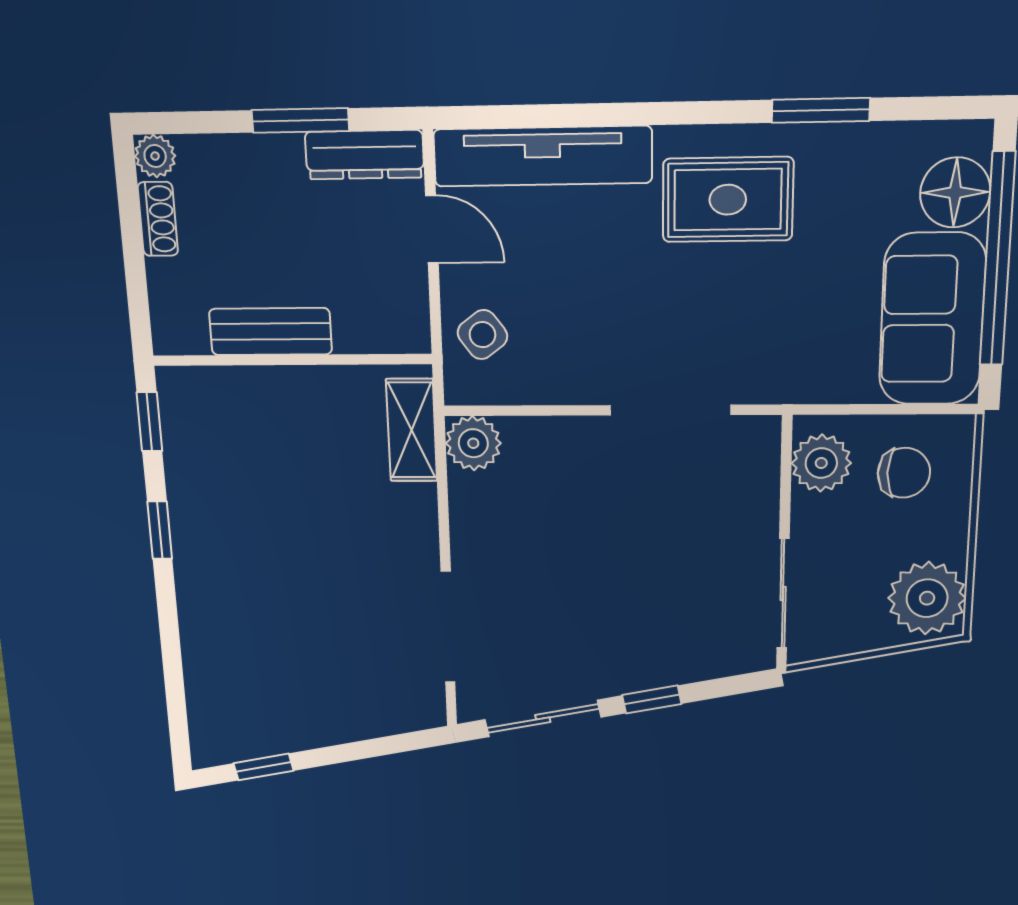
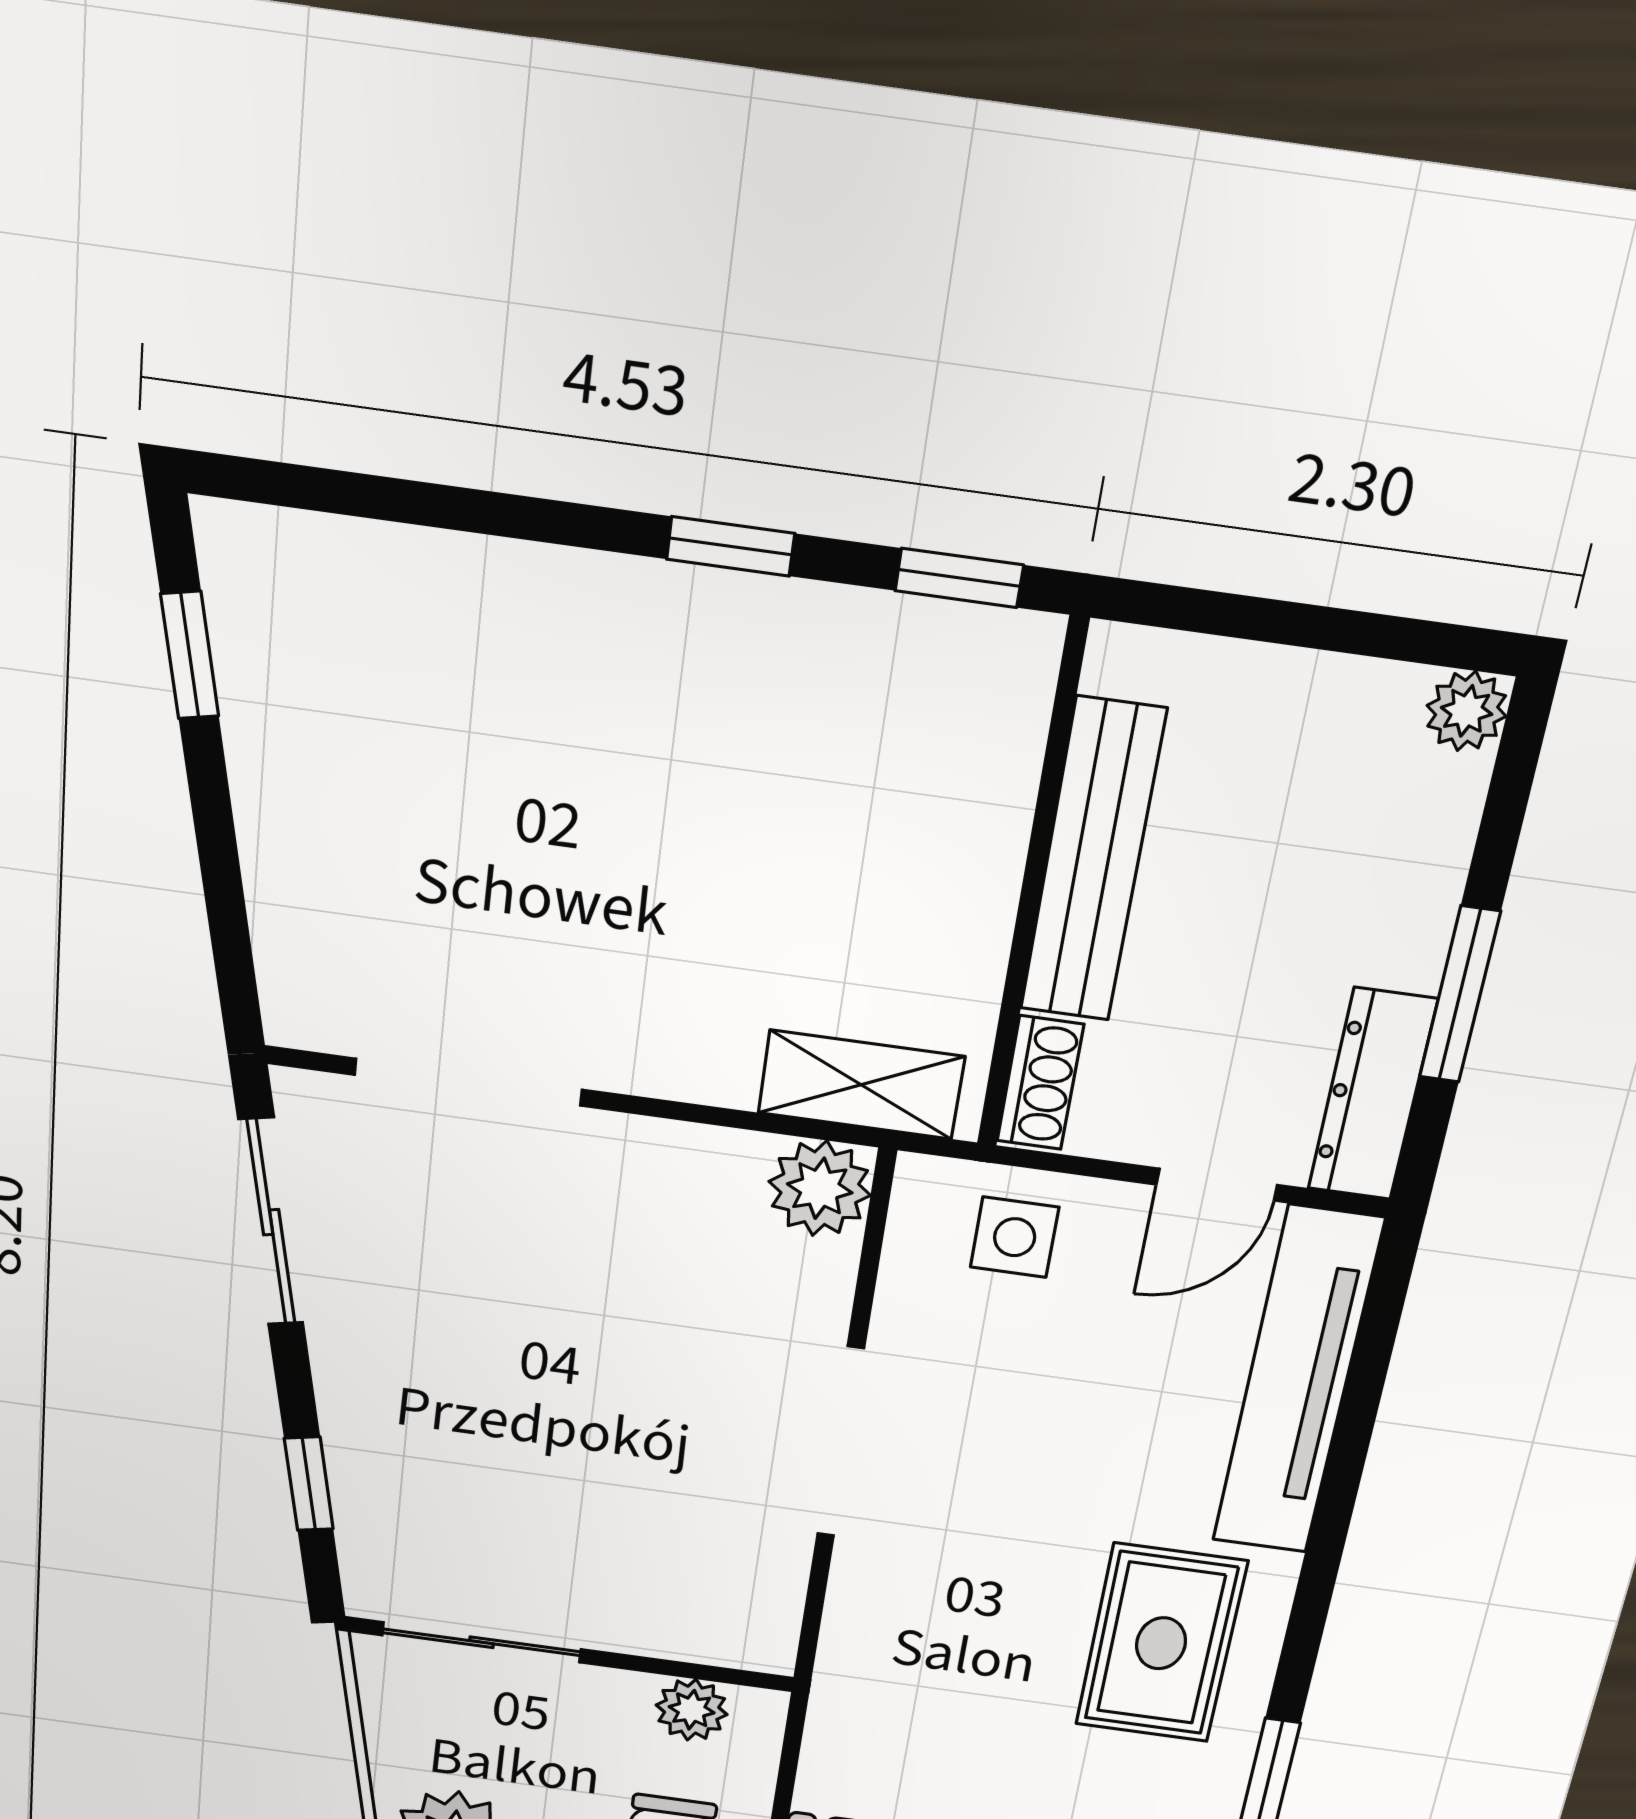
shoe rack: (158, 219) -> (1040, 1083), moved, turned -90
bench: (270, 332) -> (1093, 861), width x1.36
side table: (482, 335) -> (1015, 1237), turned 37
doorway: (670, 410) -> (840, 1442), moved
plant: (821, 463) -> (692, 1710), width x0.73, depth x0.73
window: (652, 700) -> (309, 1484), moved

